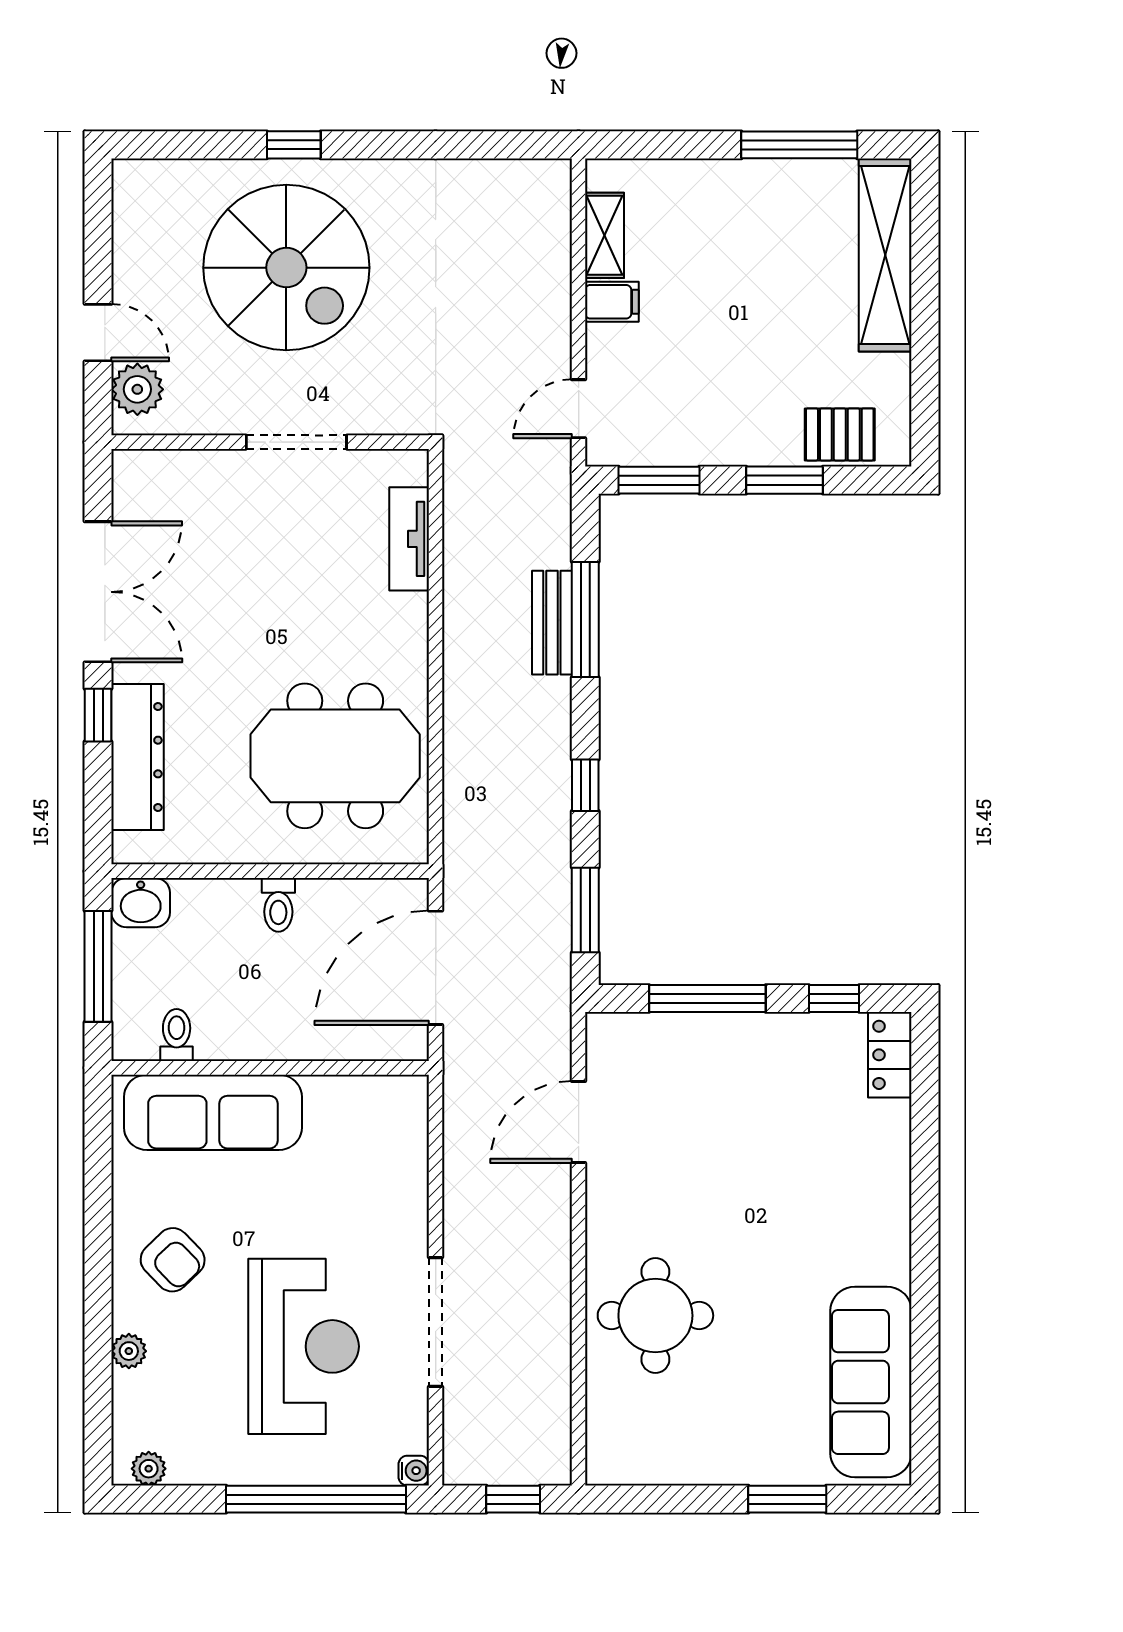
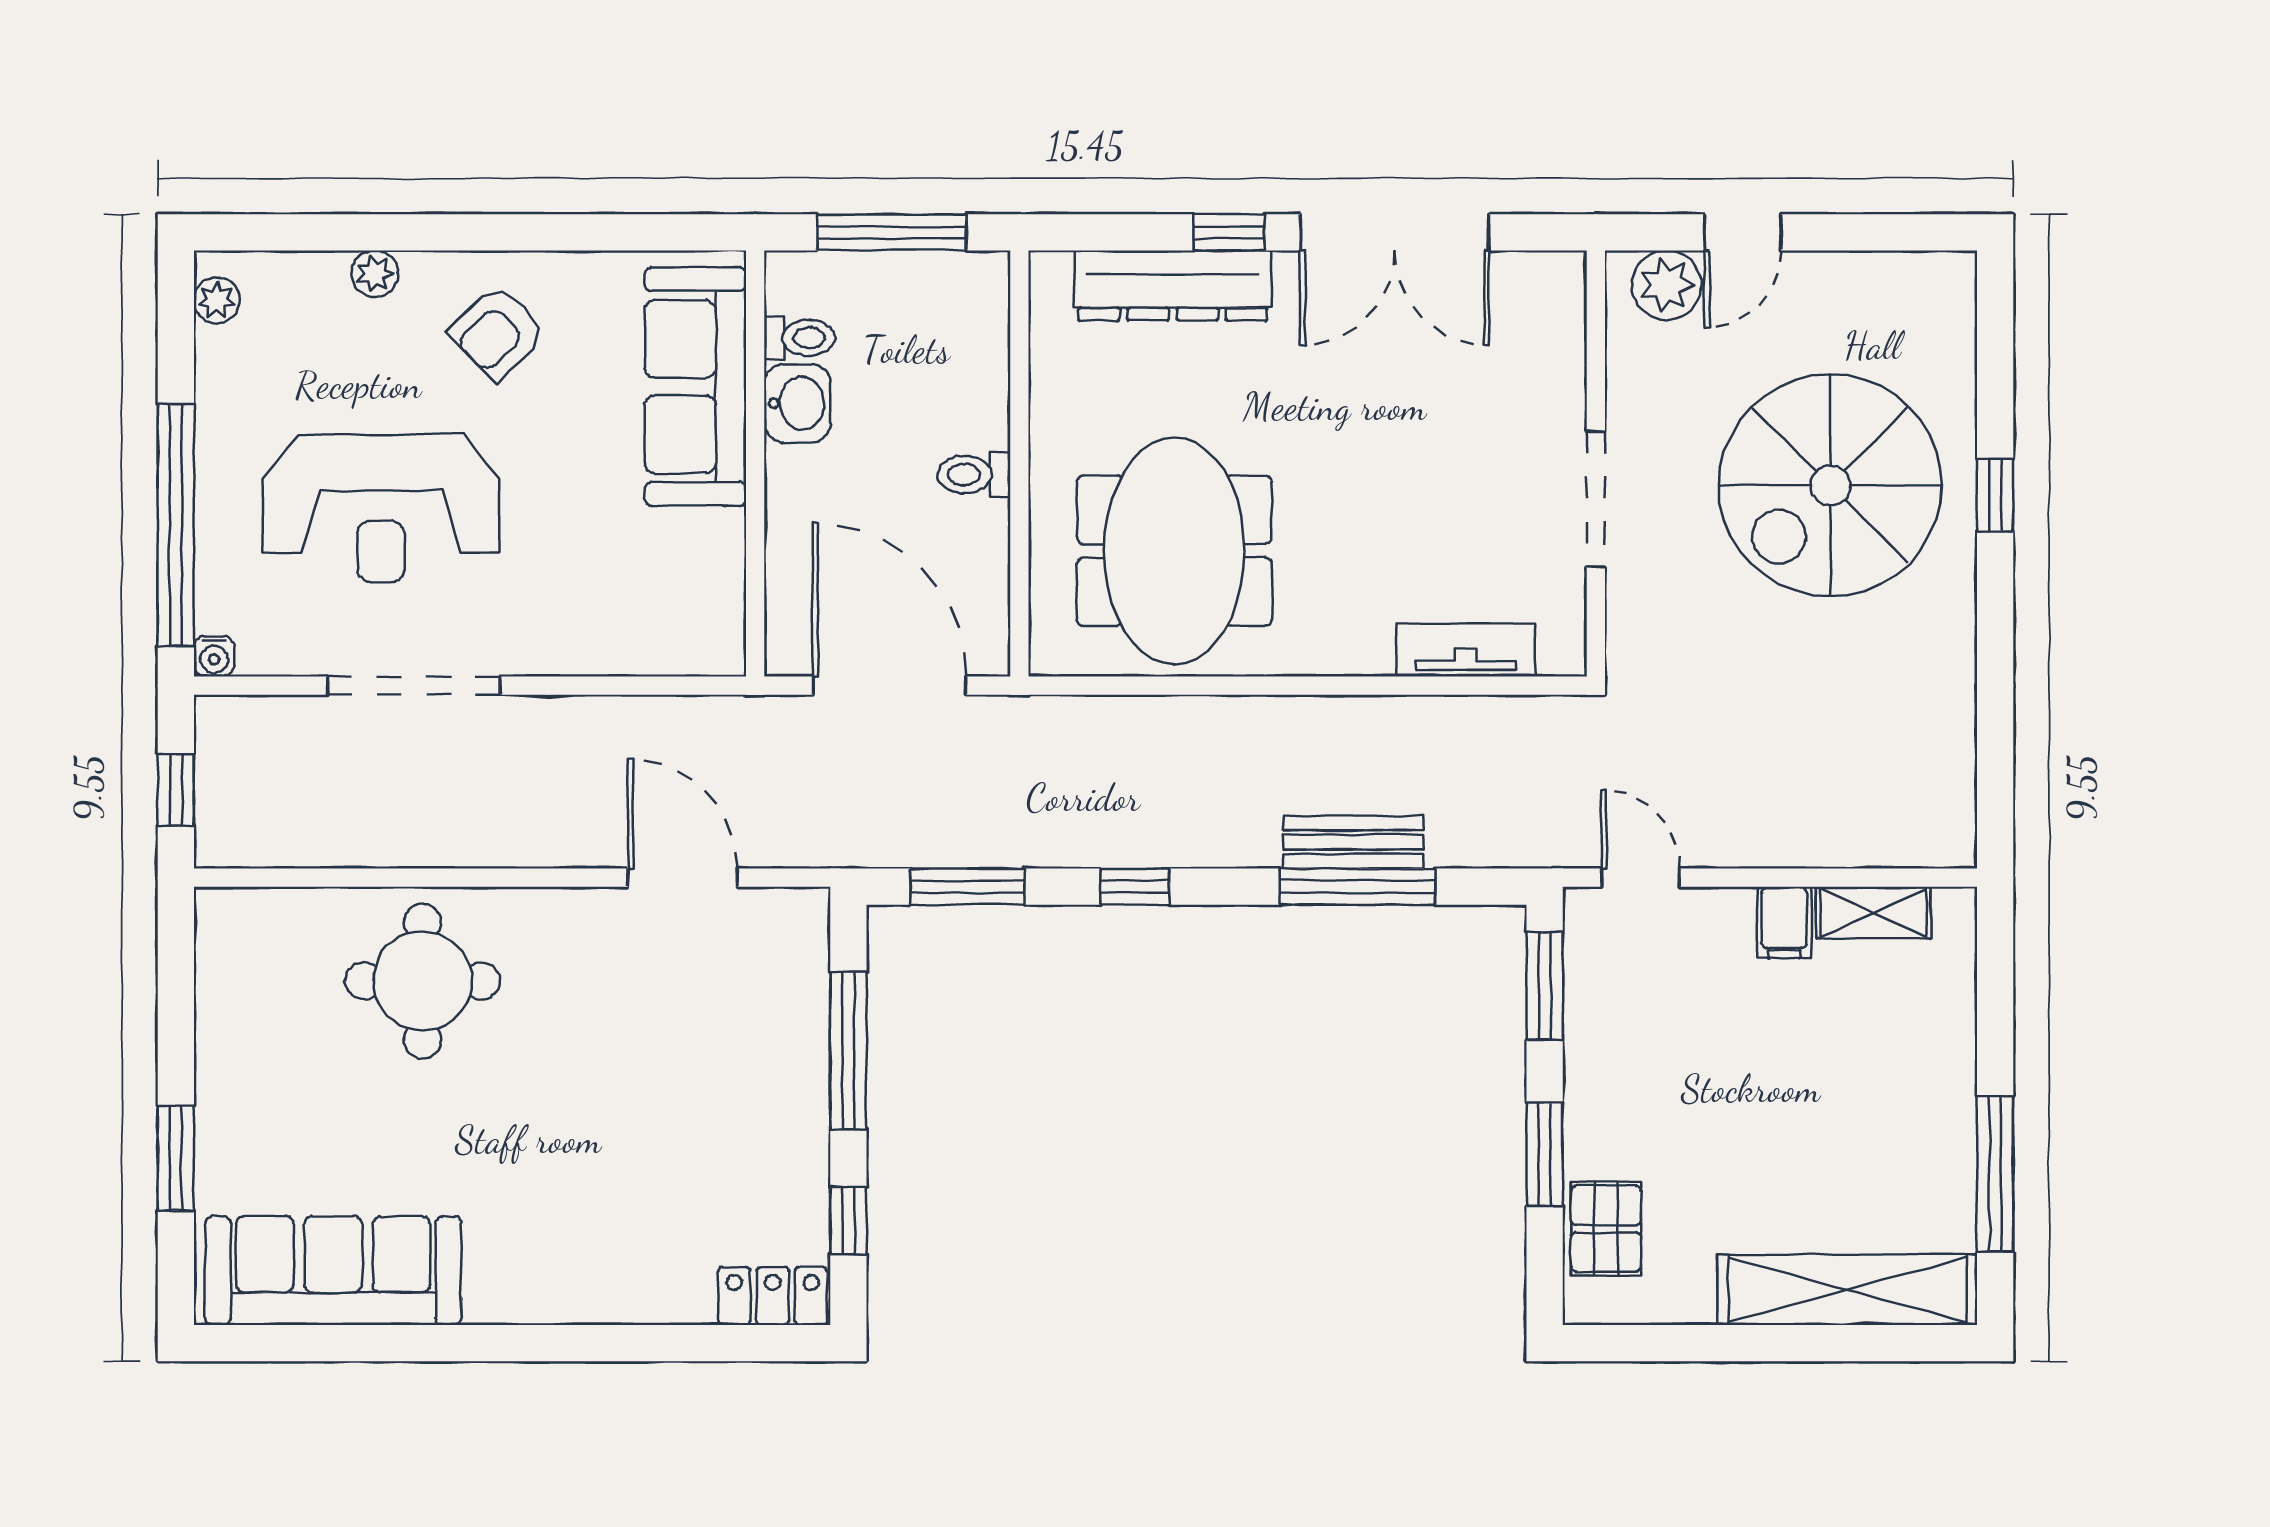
washbasin: (141, 903) -> (797, 403), moved, turned 180

